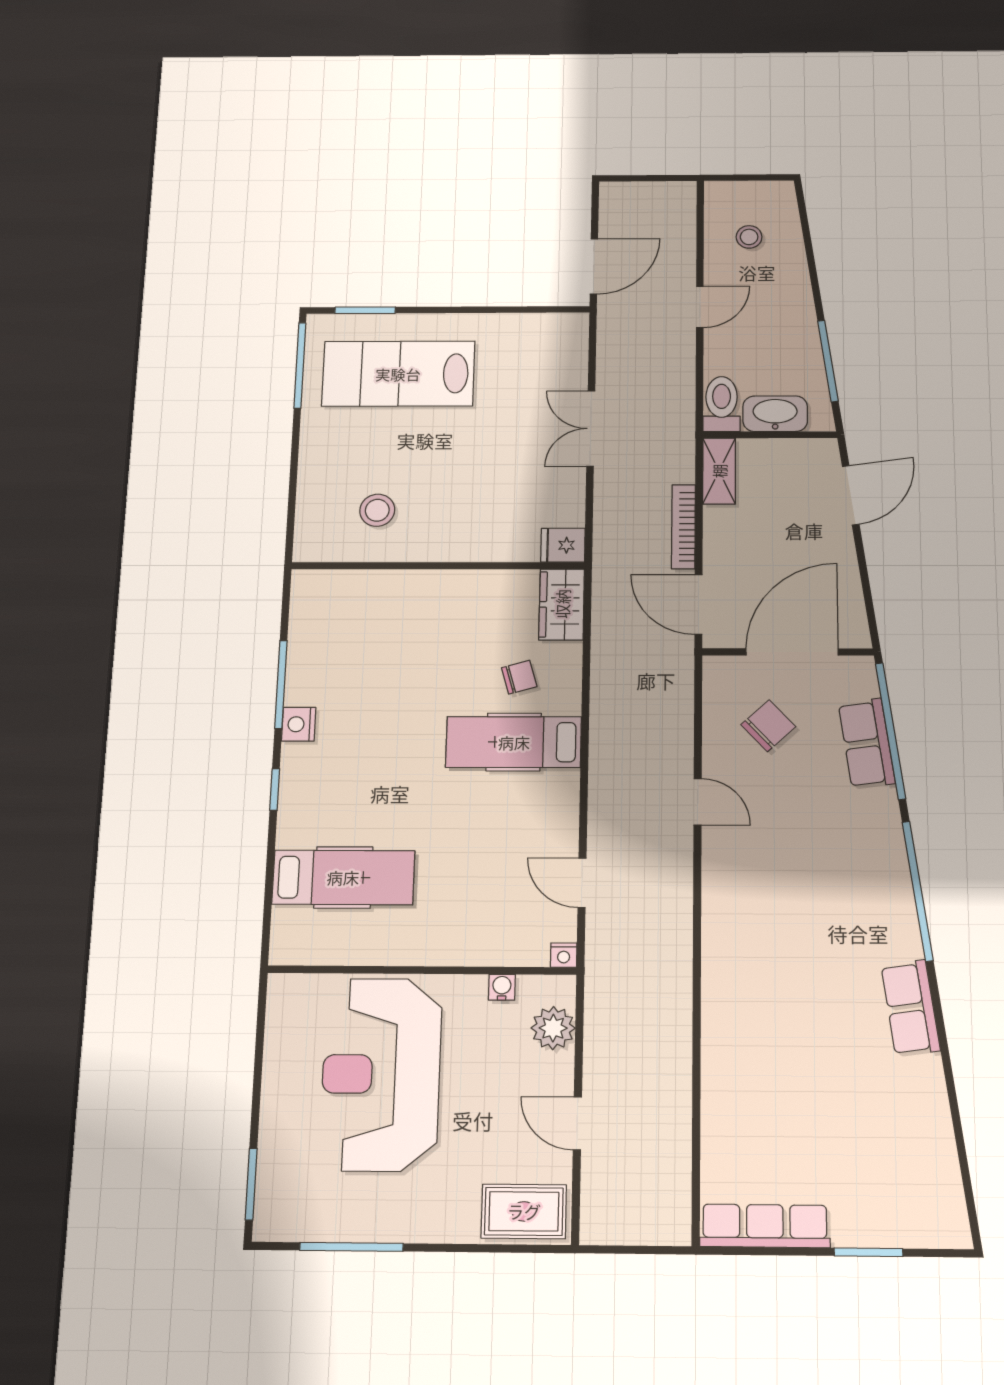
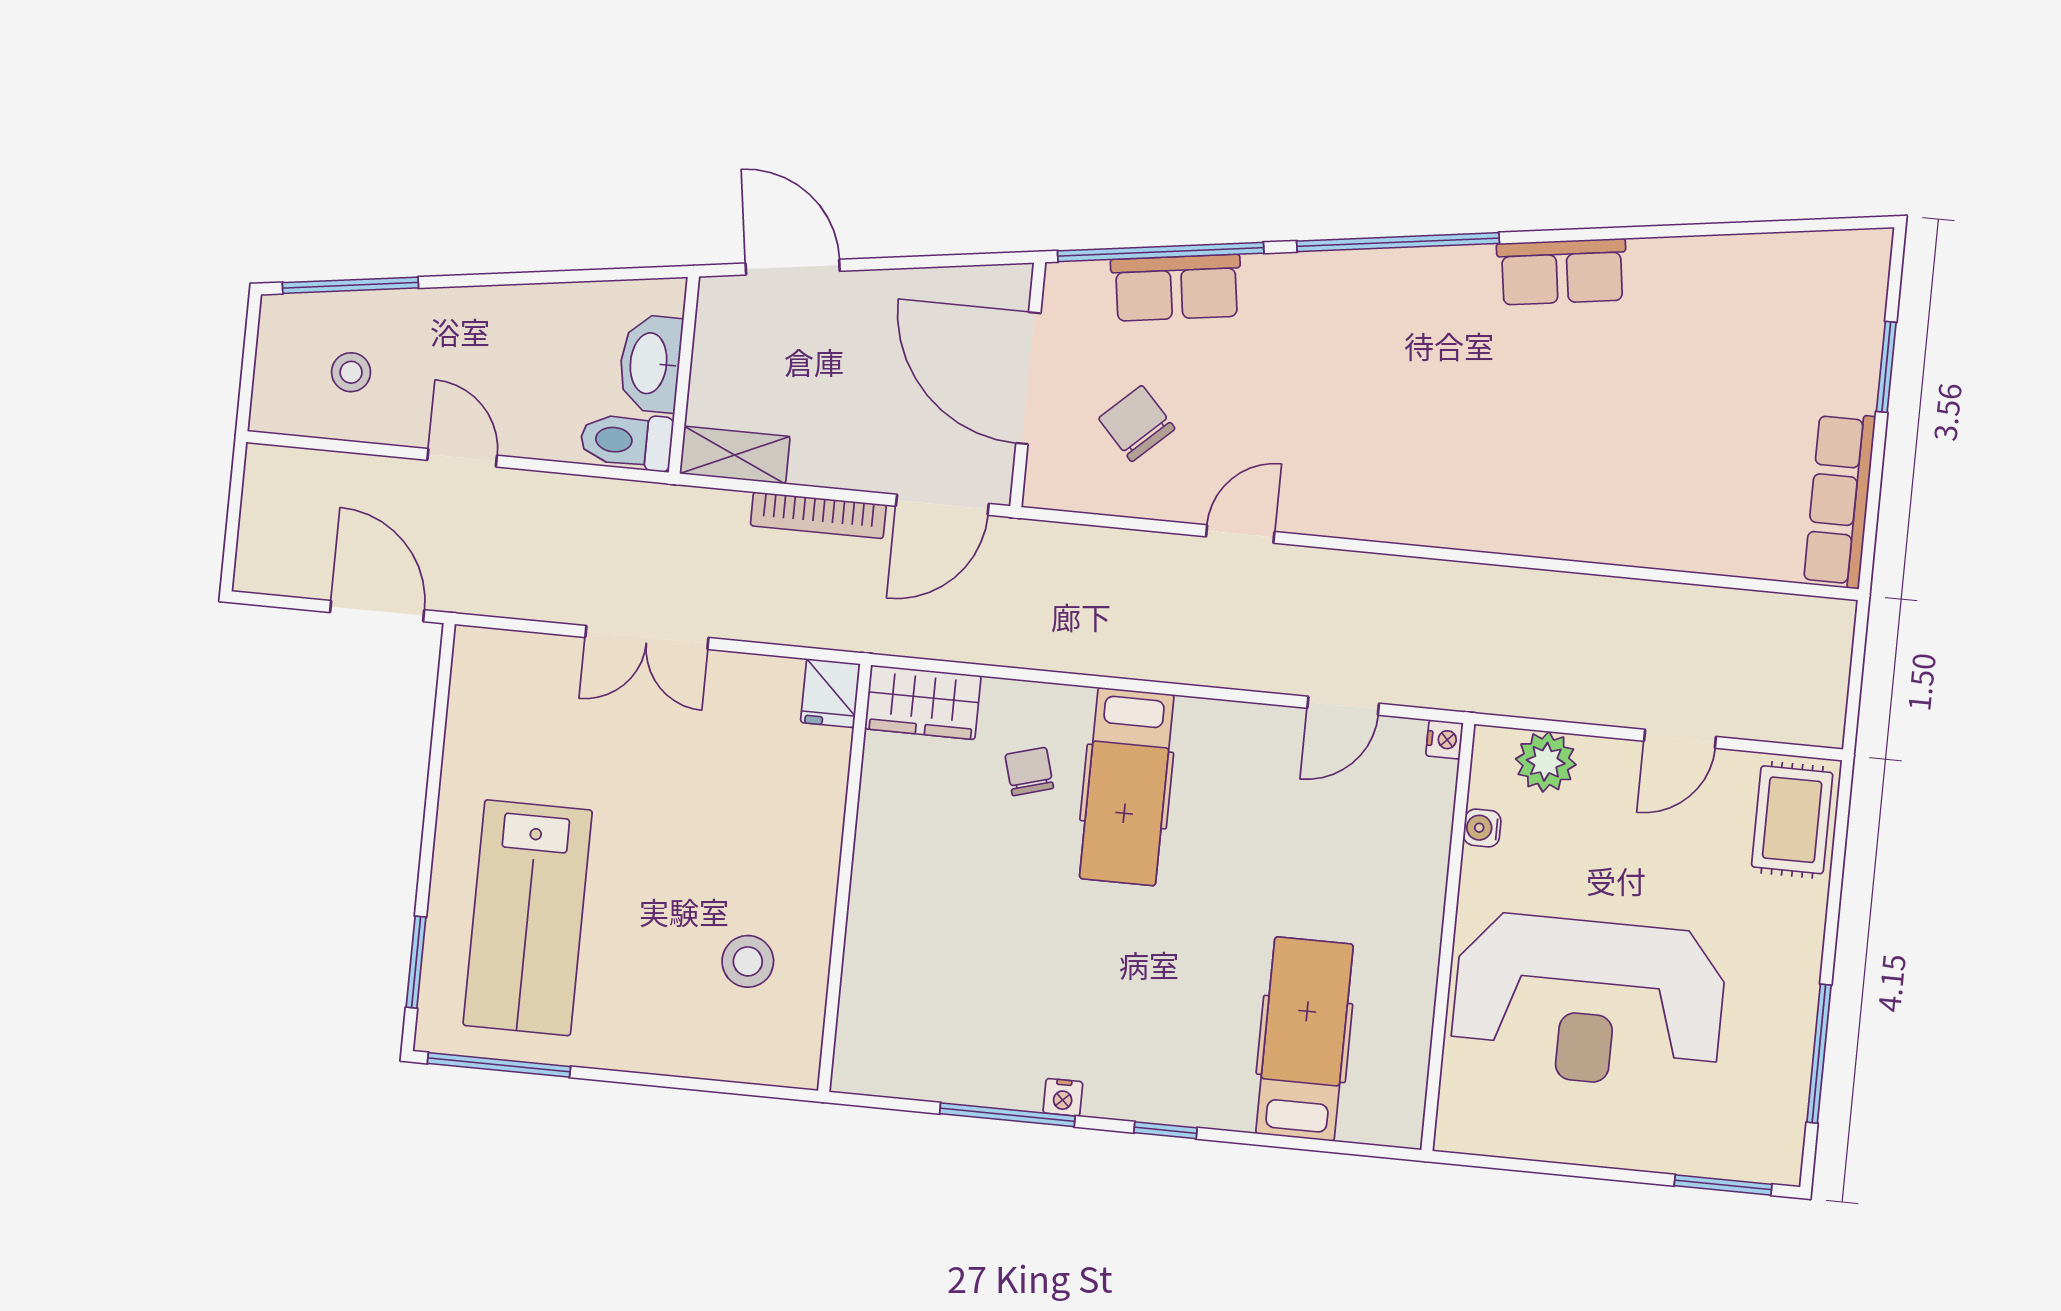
window: (828, 361) -> (350, 285), moved
nightstand: (299, 724) -> (1063, 1097), width x0.72, depth x0.74

